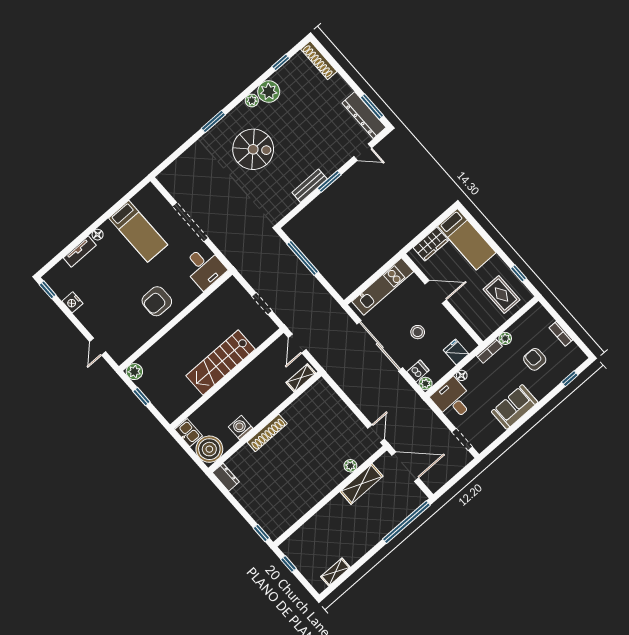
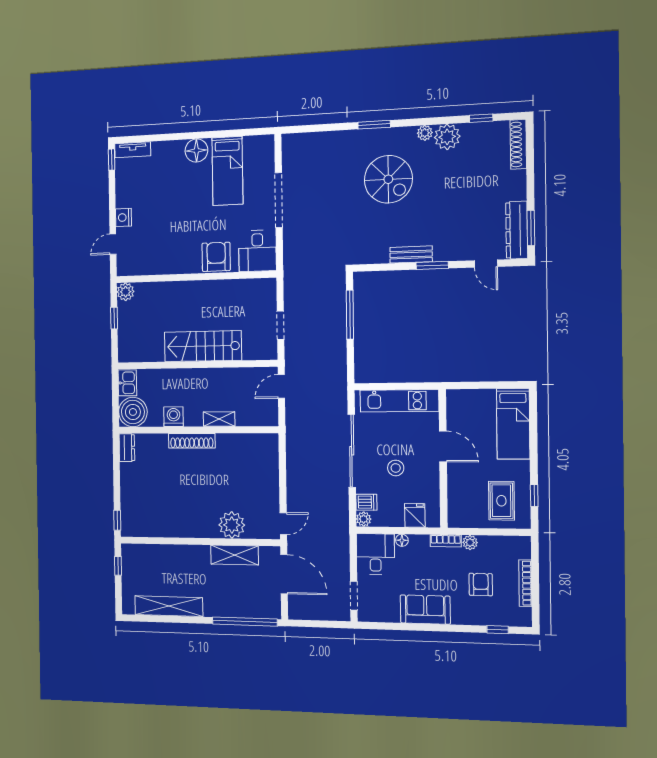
floor lamp: (98, 235) -> (196, 150), width x1.89, depth x1.89
wardrobe: (431, 244) -> (476, 400), removed
tv unit: (80, 251) -> (133, 150), moved
armchair: (157, 301) -> (216, 257), moved, turned 90
nightstand: (72, 302) -> (124, 217), moved
bookcase: (561, 334) -> (525, 583), width x1.56
shelving: (301, 378) -> (219, 419), moved
plant: (350, 466) -> (232, 525), width x1.87, depth x1.87
shelving: (335, 572) -> (169, 606), width x2.20, depth x1.33

